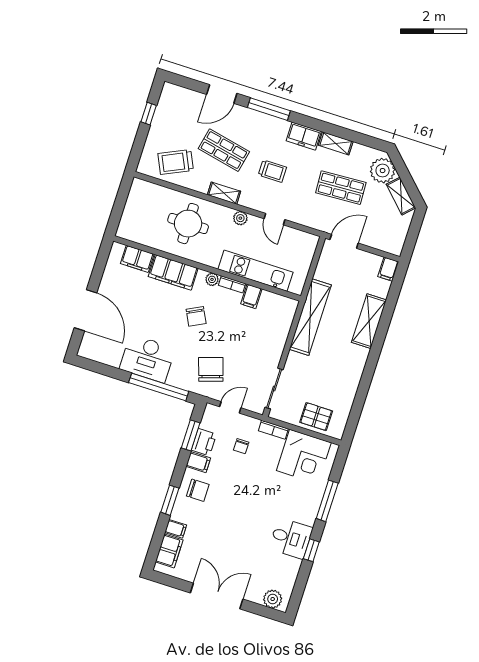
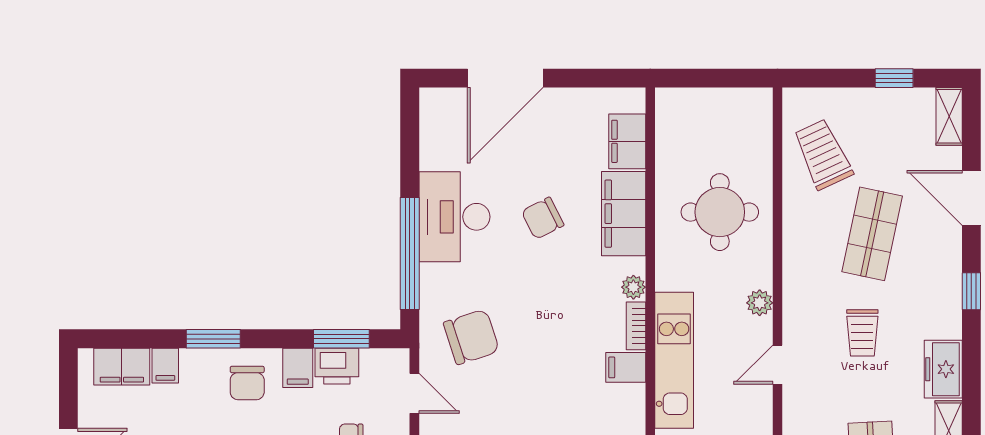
window: (269, 109) -> (971, 291), width x0.46
shelving: (224, 193) -> (949, 116), moved
chair: (196, 316) -> (543, 218), moved

